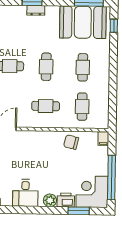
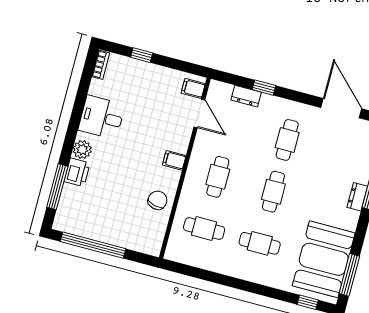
cafe table: (46, 67) -> (273, 192), turned 90
filing cabinet: (103, 139) -> (174, 160), moved
corner desk: (92, 192) -> (80, 212), removed
window: (79, 211) -> (57, 187), width x1.44

